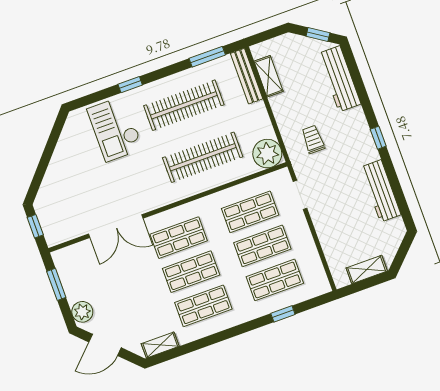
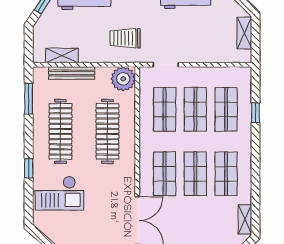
bench: (247, 76) -> (72, 73), moved
trolley: (313, 139) -> (125, 38), width x1.36, depth x1.39

